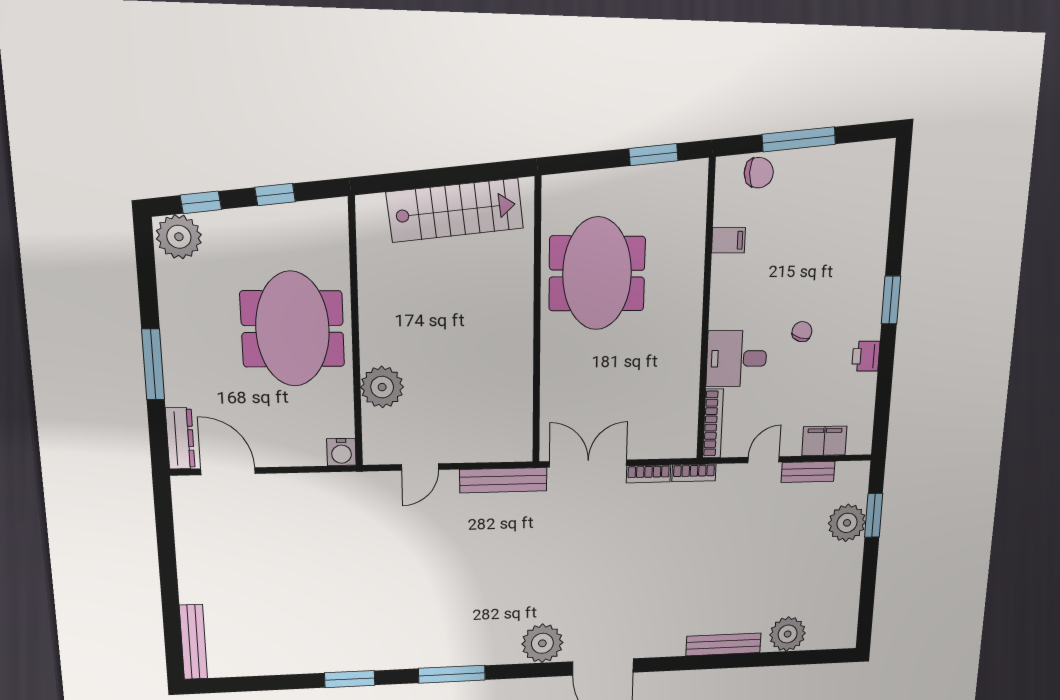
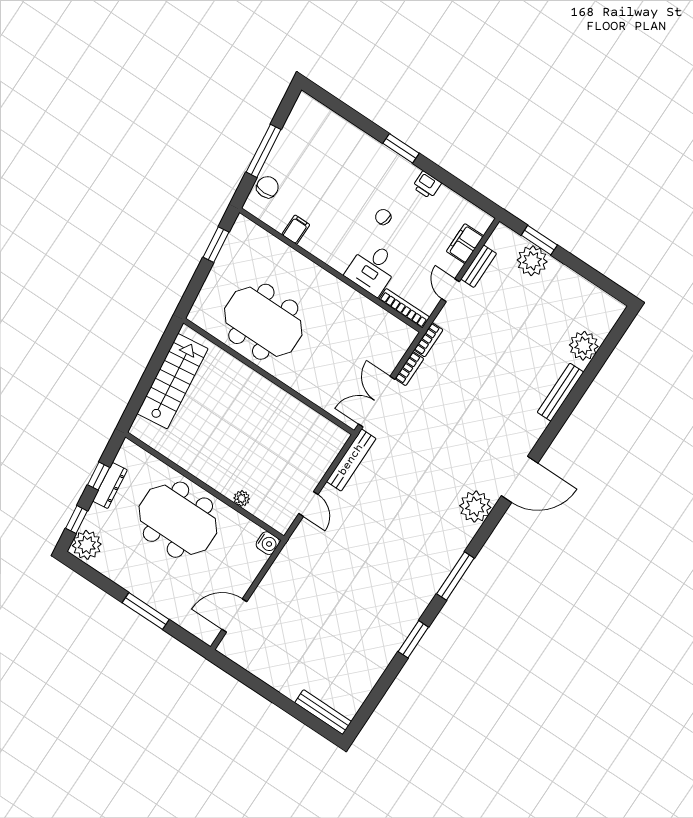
plant: (382, 387) -> (242, 498), width x0.53, depth x0.53
dresser: (180, 438) -> (110, 485), moved, turned 83

